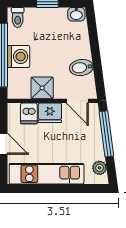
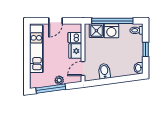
shower: (42, 88) -> (96, 31), moved
window: (106, 134) -> (51, 89), moved
plant: (99, 168) -> (59, 80), moved

